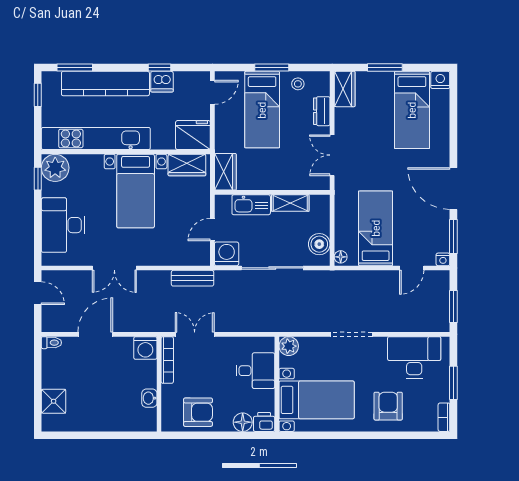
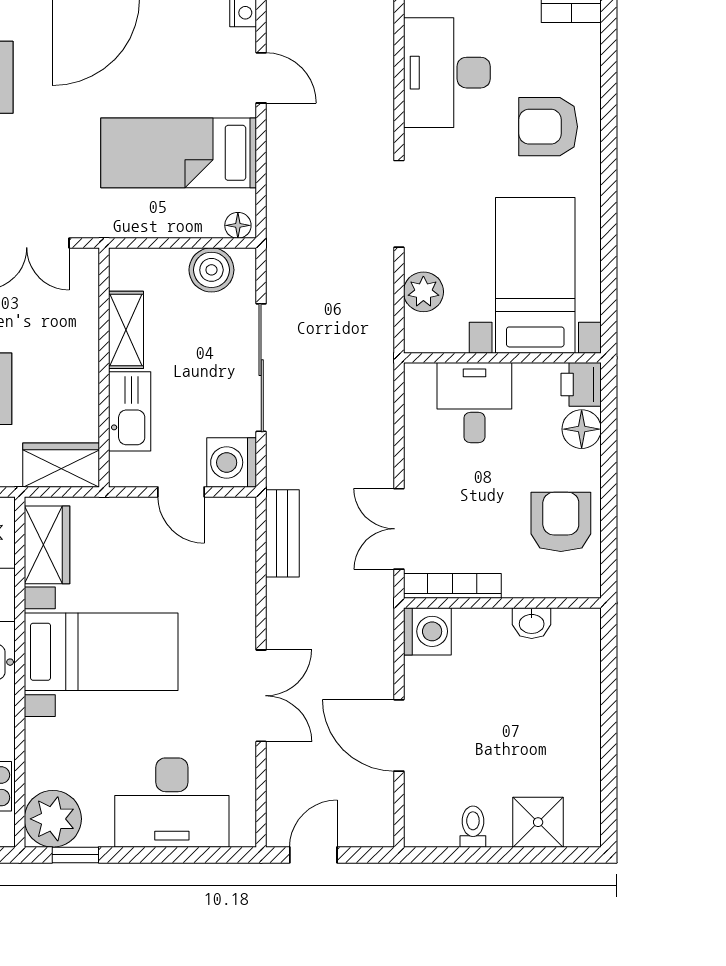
toilet: (51, 343) -> (473, 827), moved
plant: (289, 346) -> (423, 292), moved

